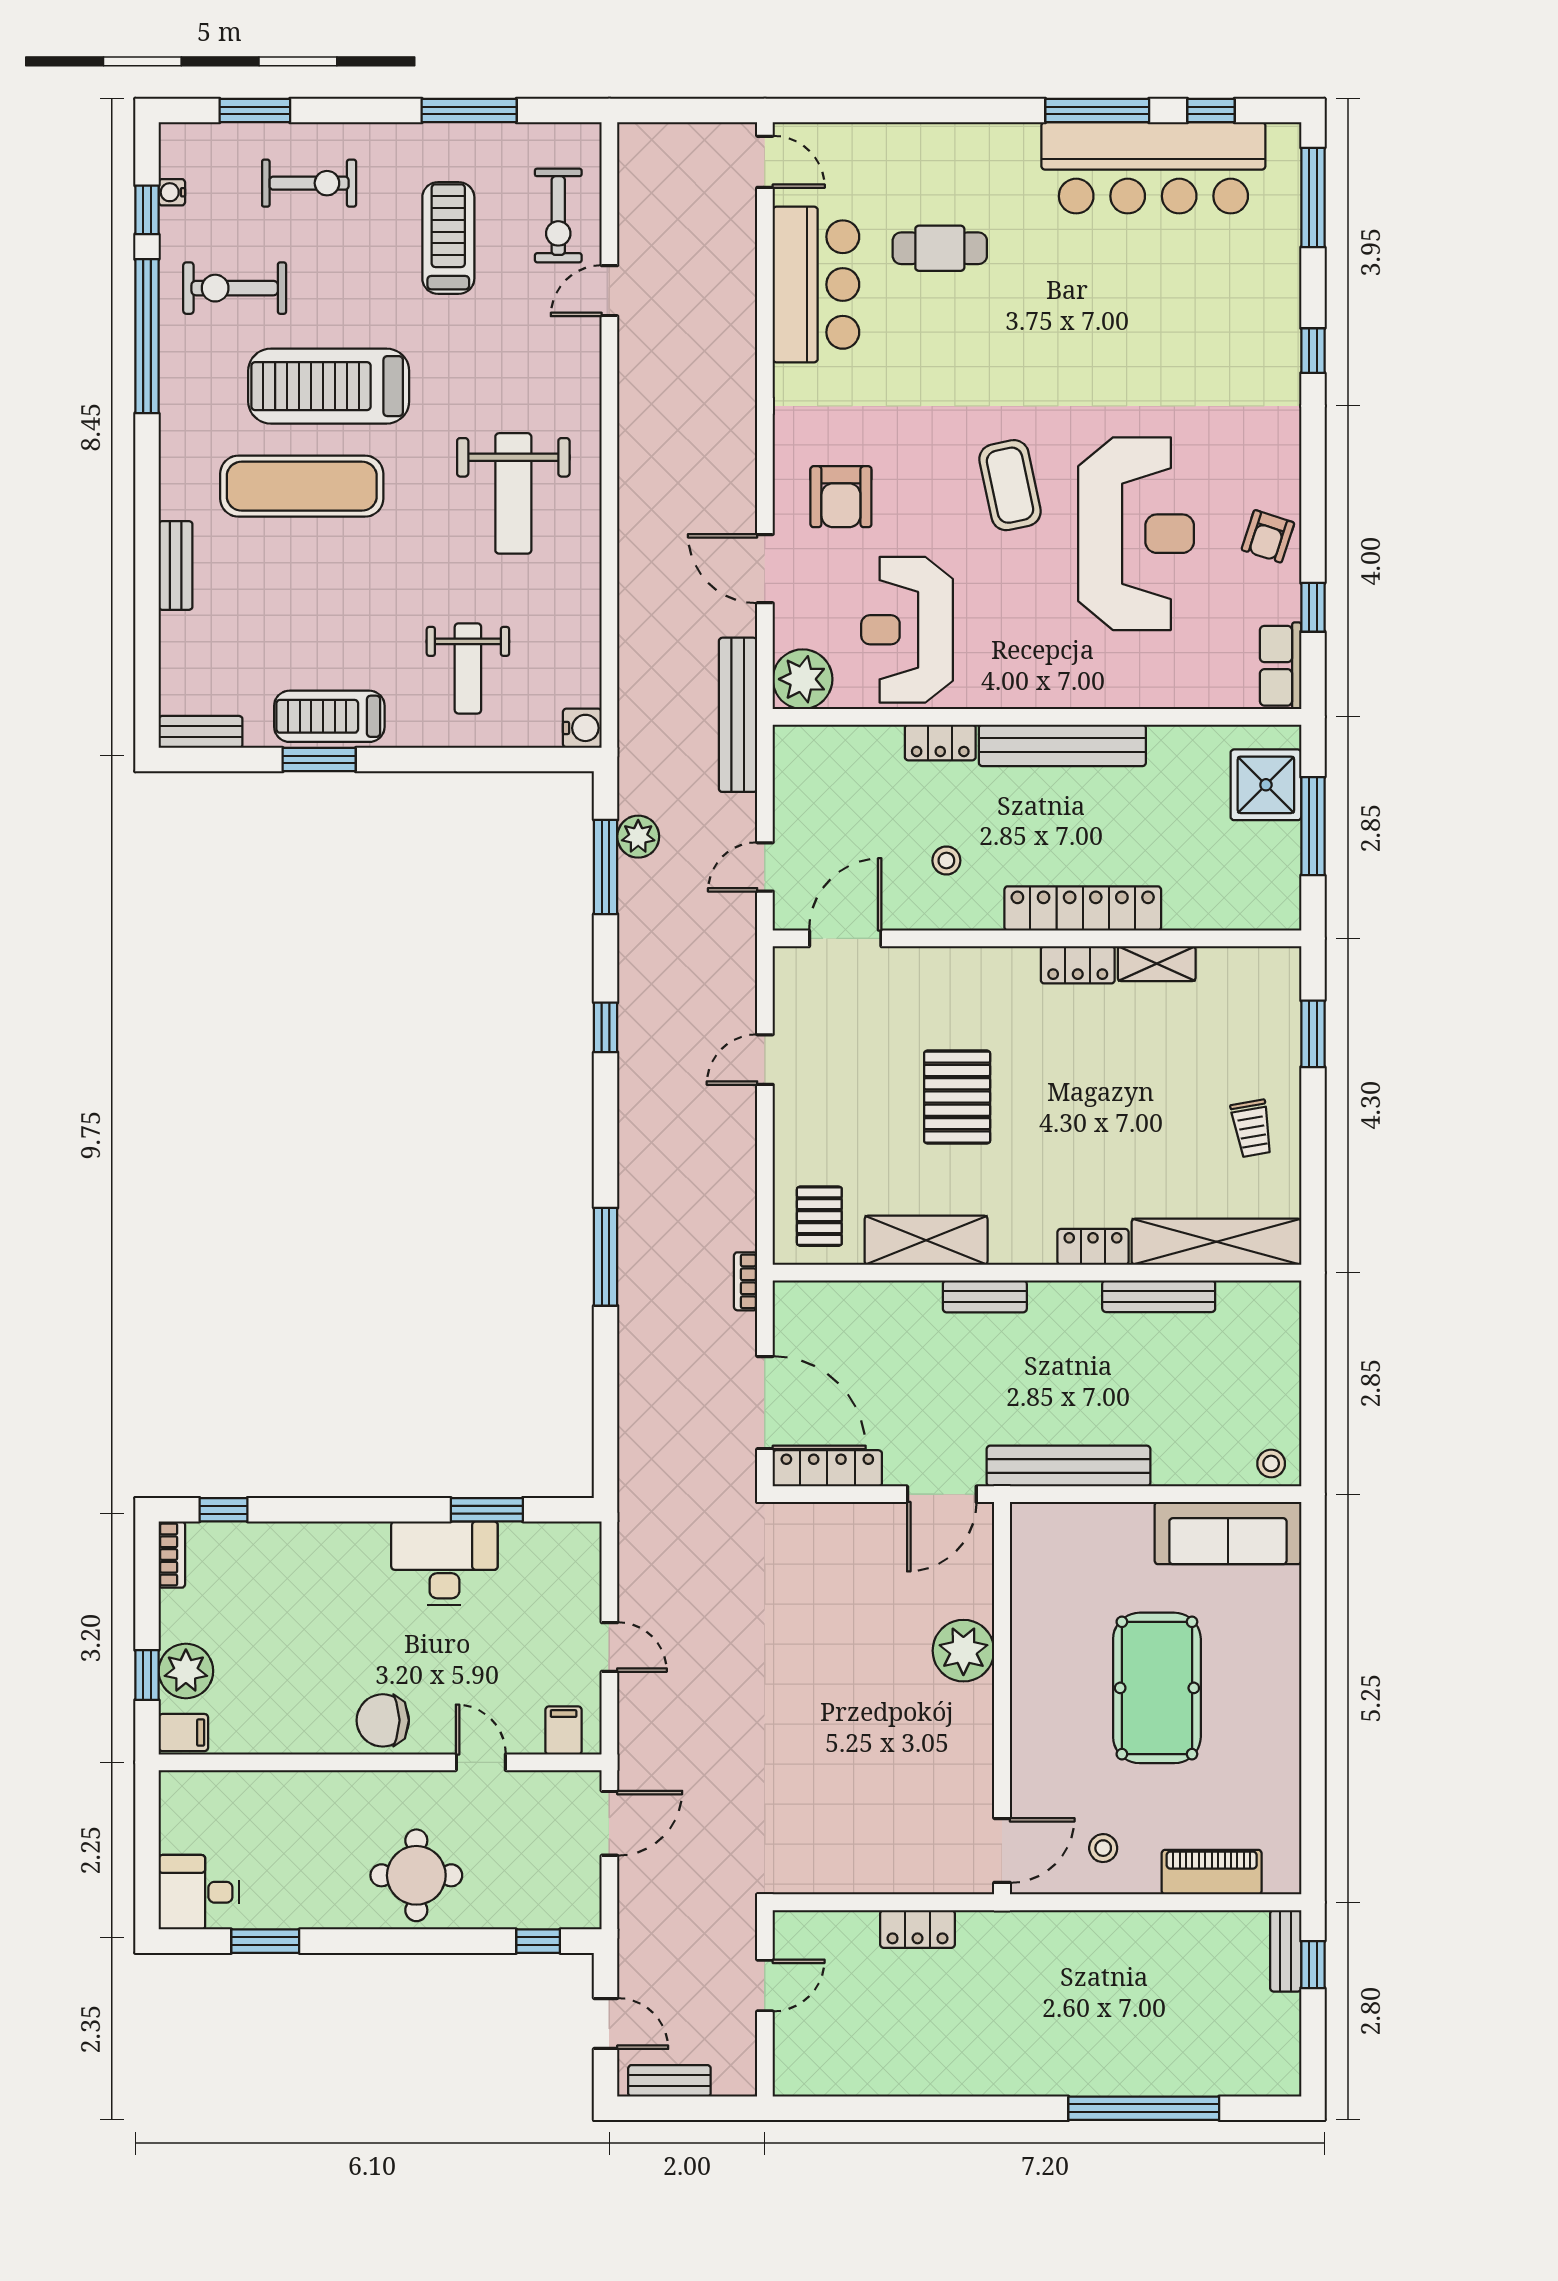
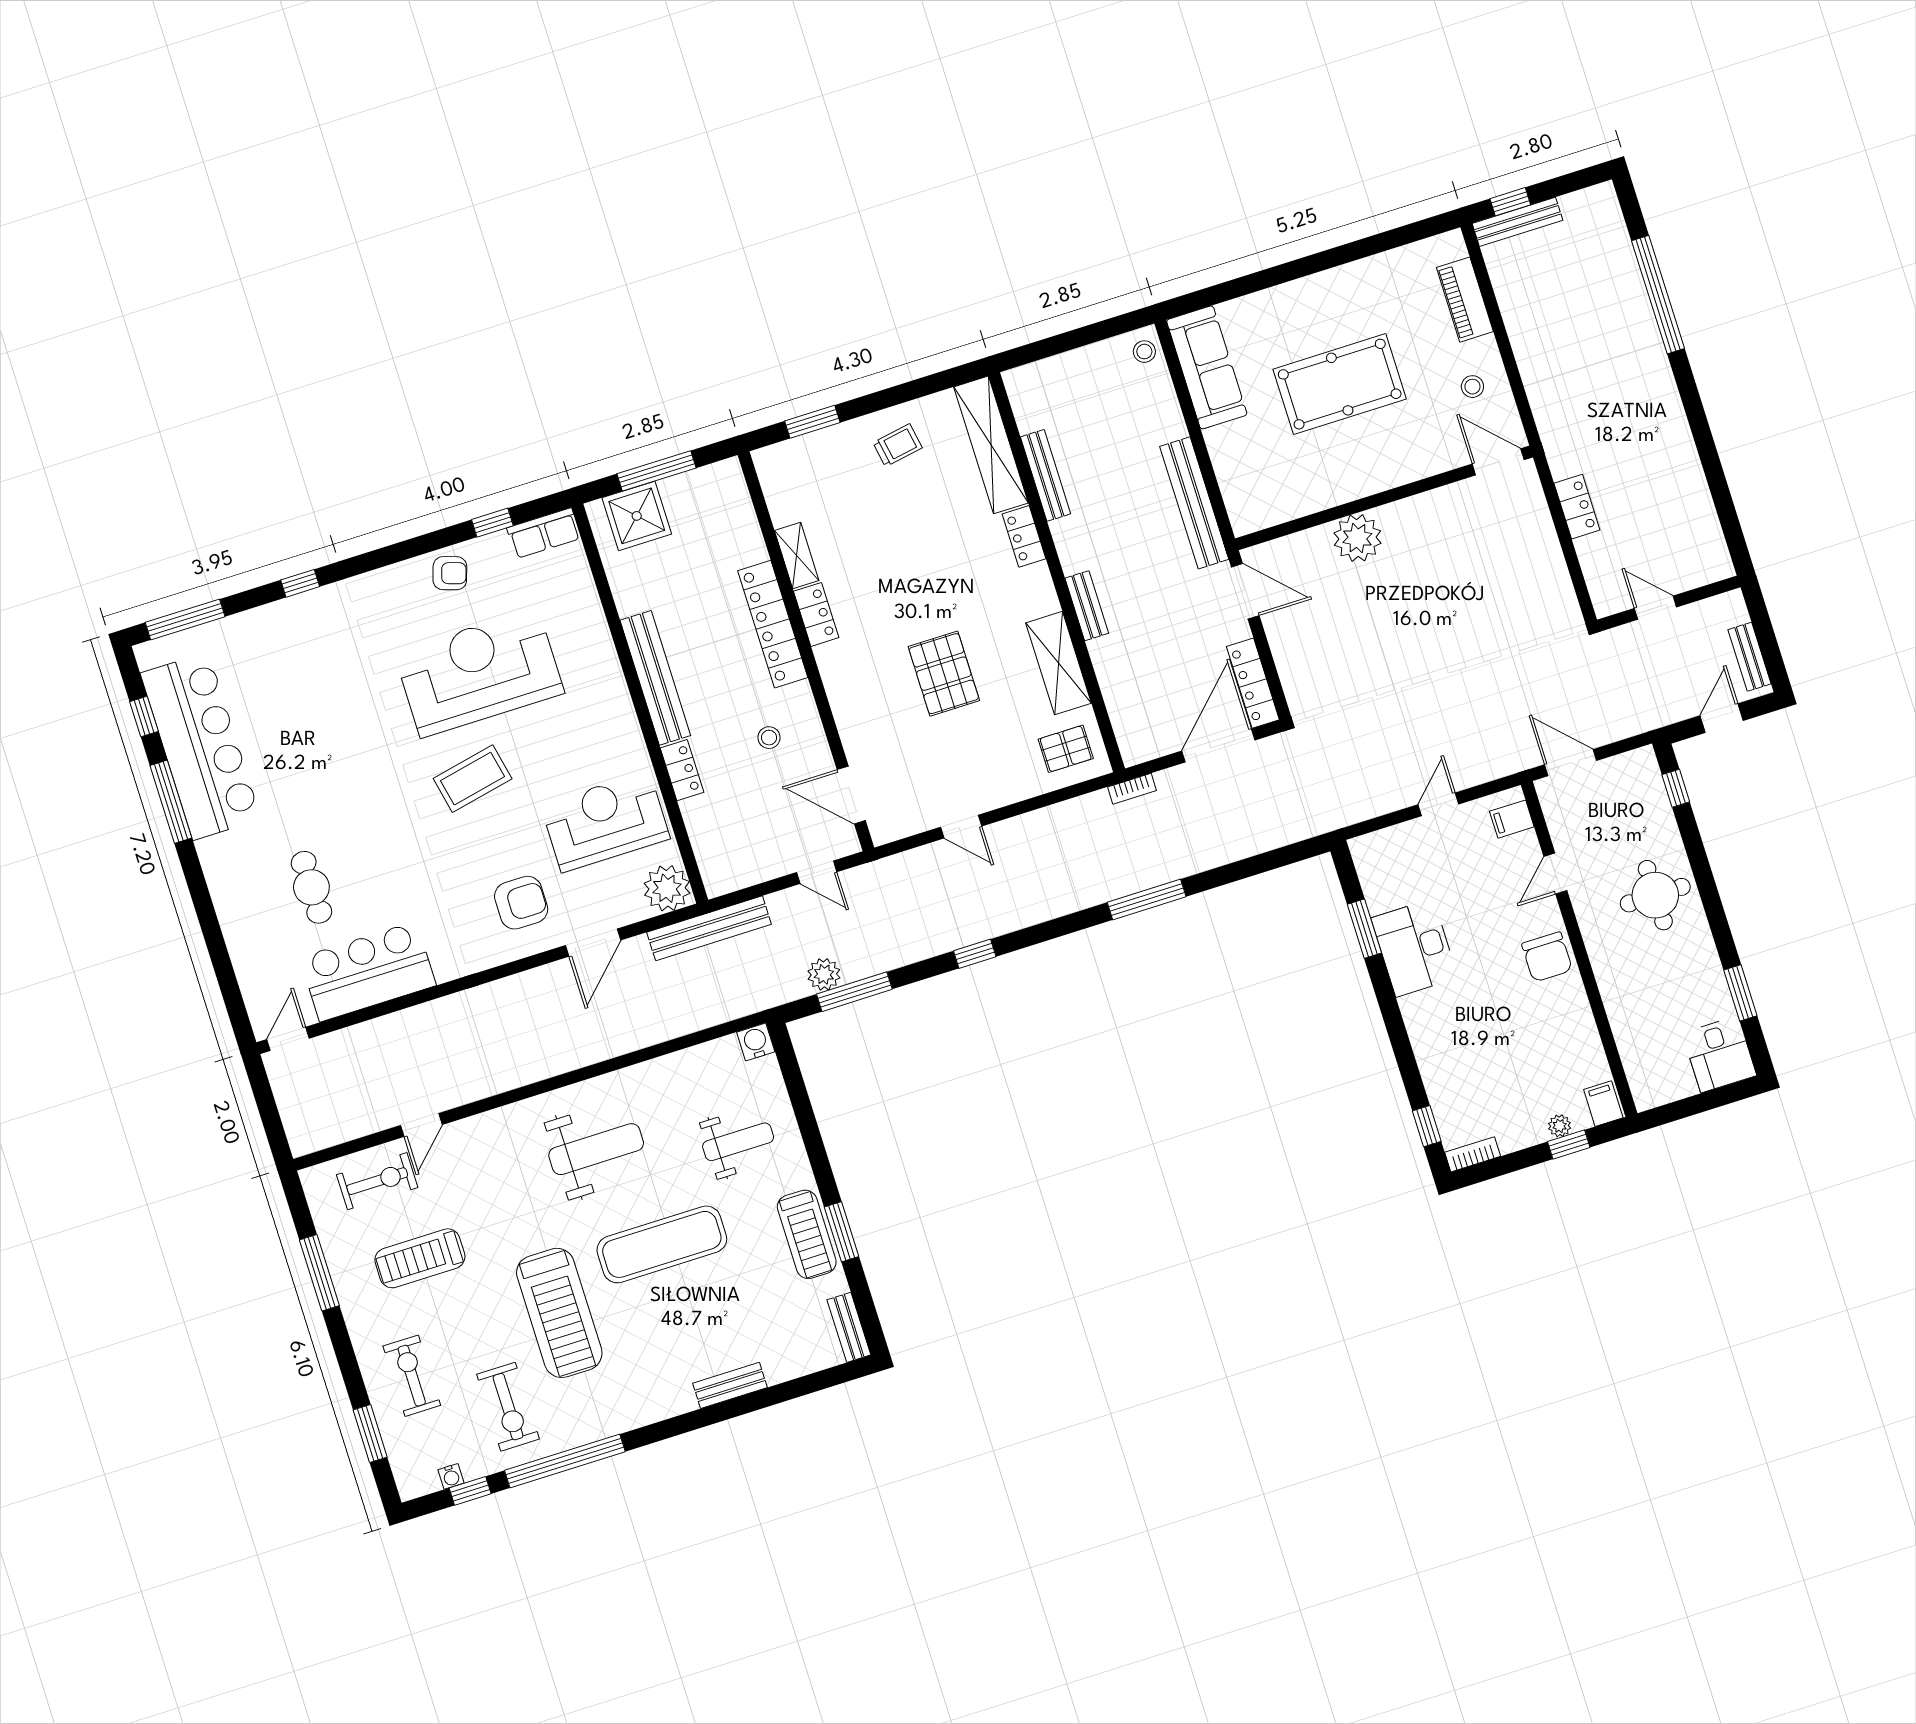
door: (609, 291) -> (421, 1125), hinge flipped
exercise mat: (302, 486) -> (662, 1244), moved, turned 90
reception desk: (907, 630) -> (605, 822), turned 180
pallet: (957, 1097) -> (944, 674), turned 90
plant: (186, 1671) -> (1560, 1126), width x0.53, depth x0.53
bench: (1286, 1951) -> (1517, 222), width x1.36

